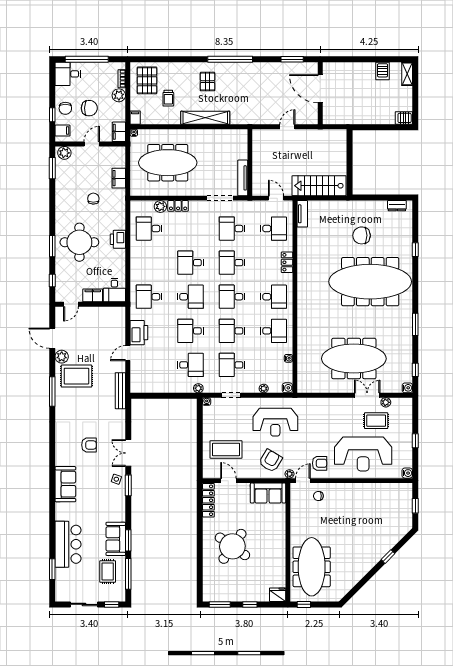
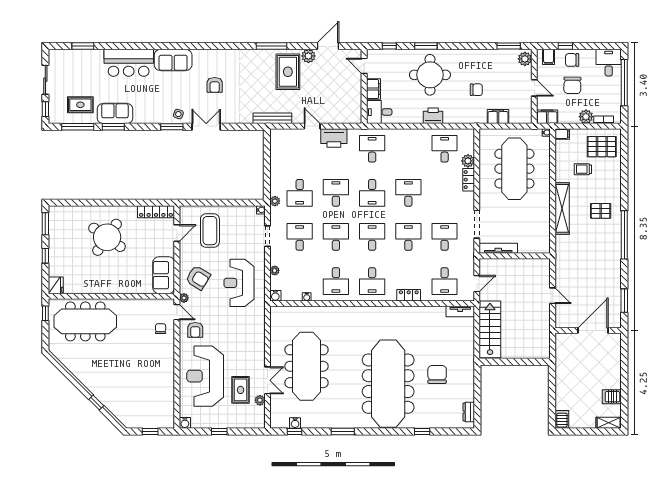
water cooler: (407, 388) -> (295, 423), moved
bar counter: (68, 544) -> (129, 63), moved

